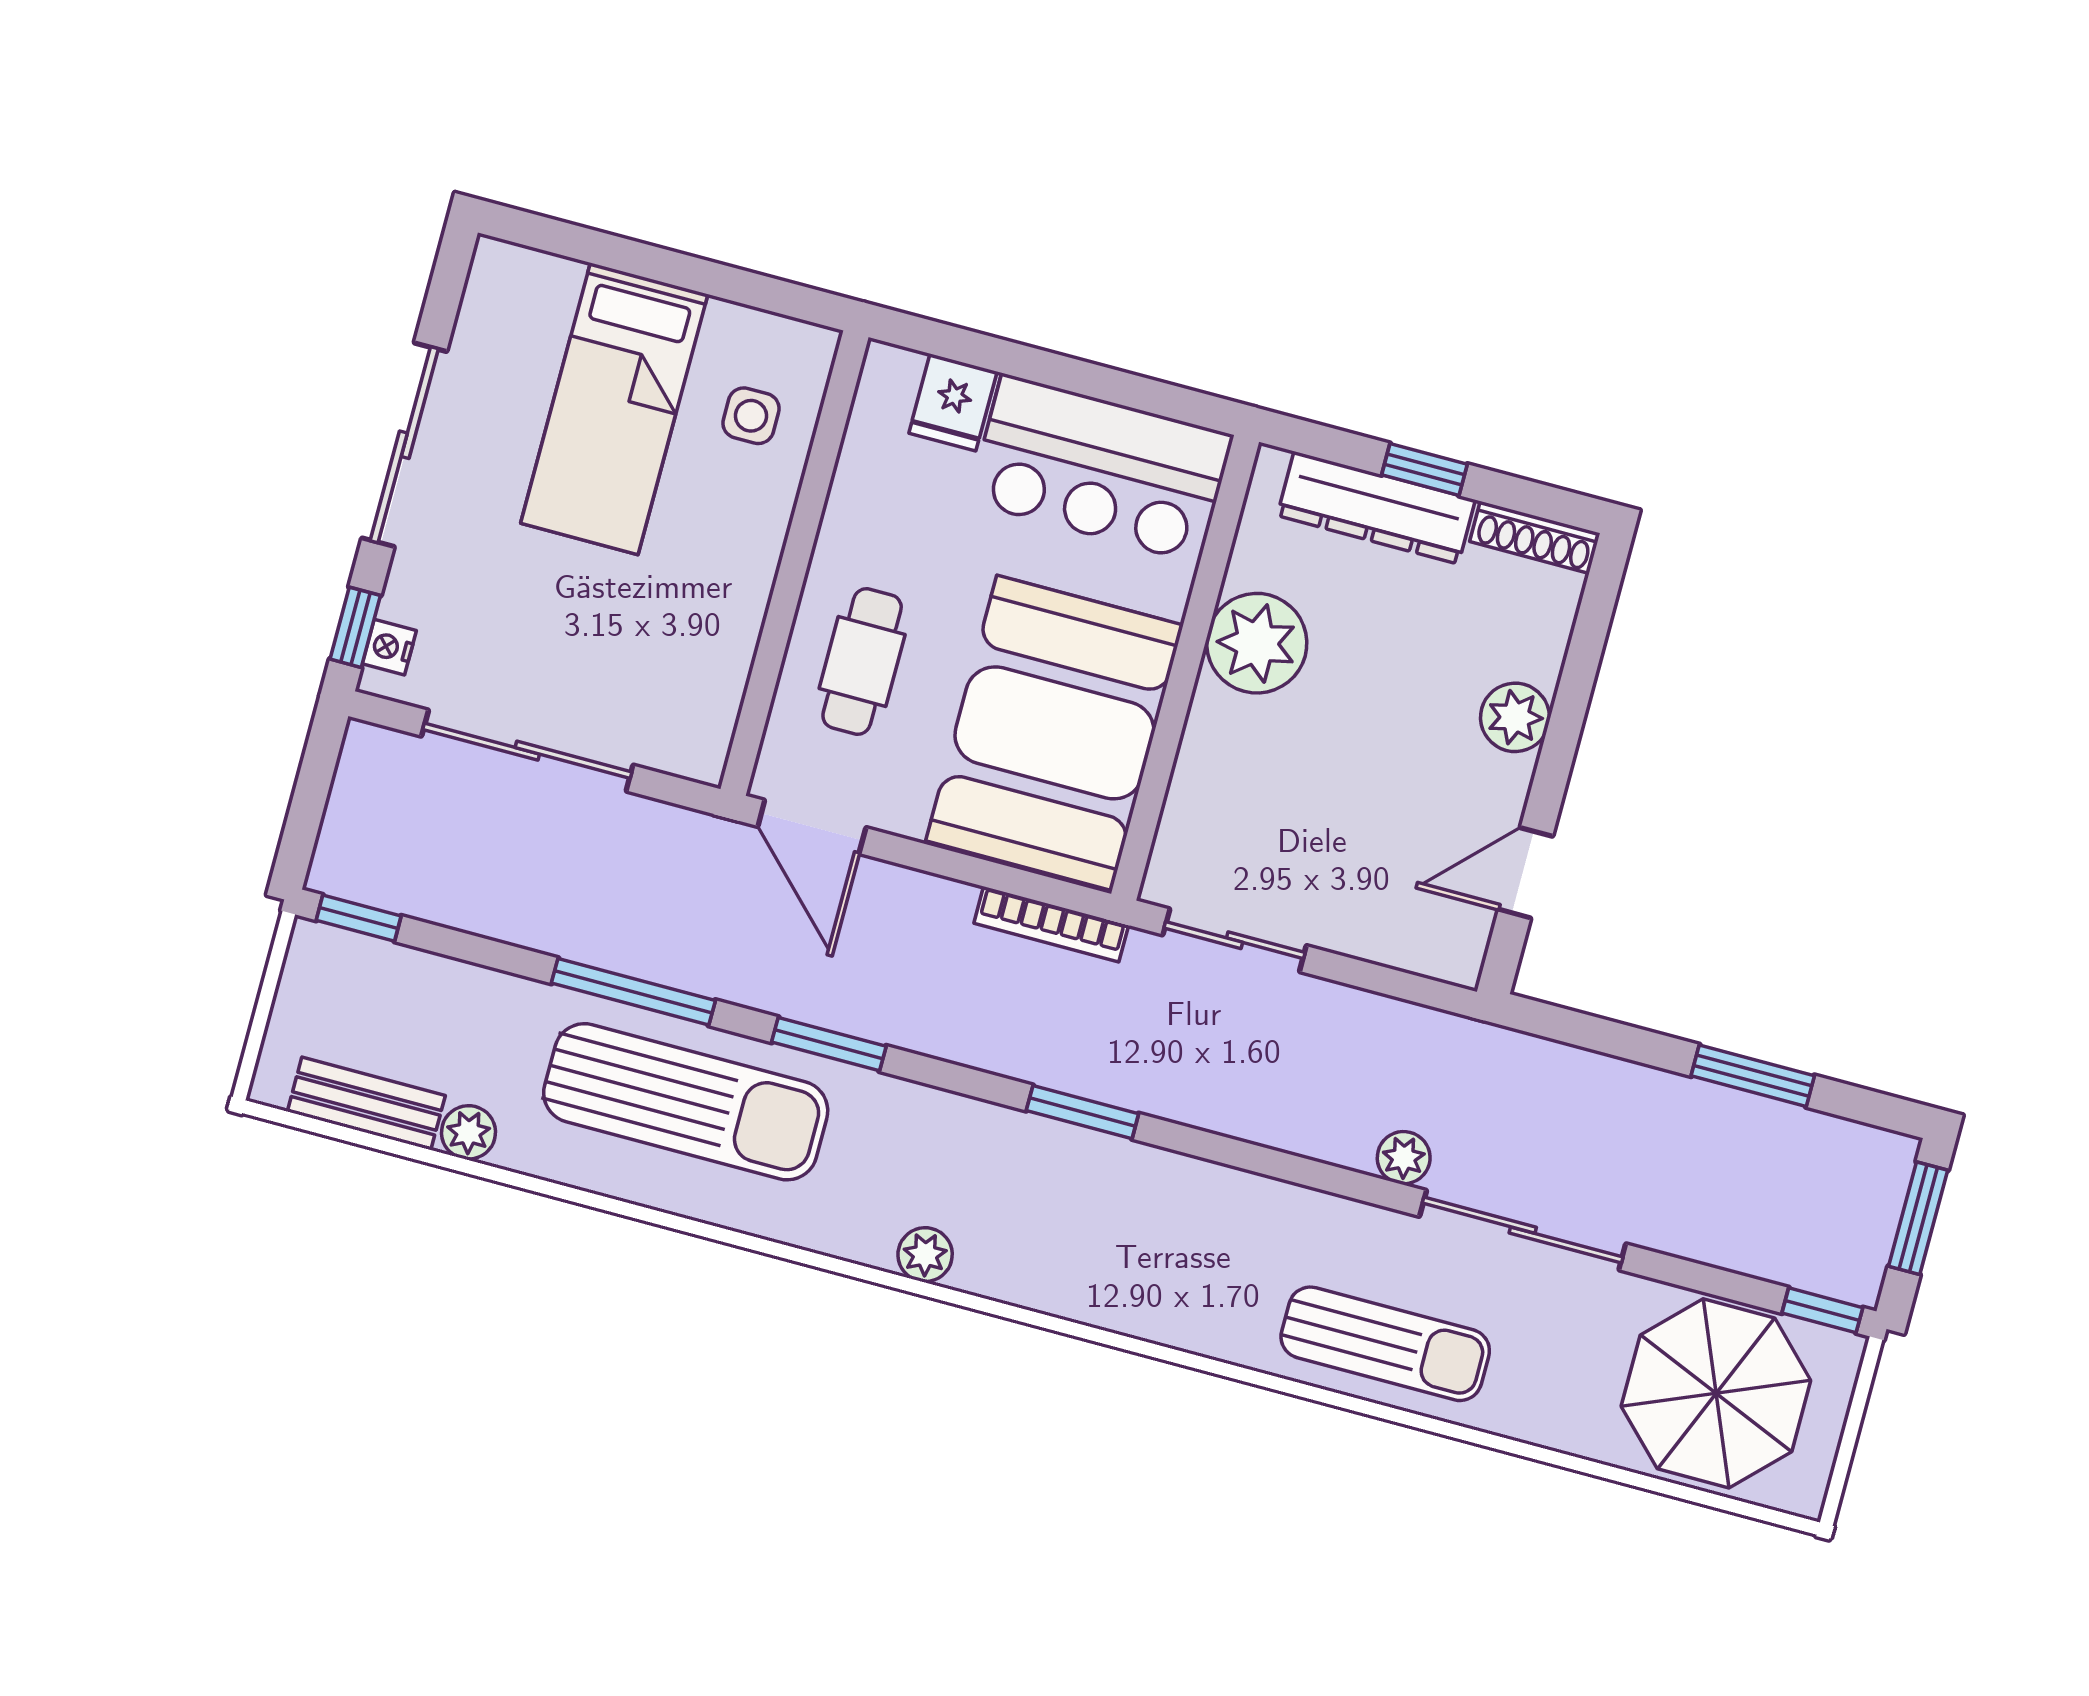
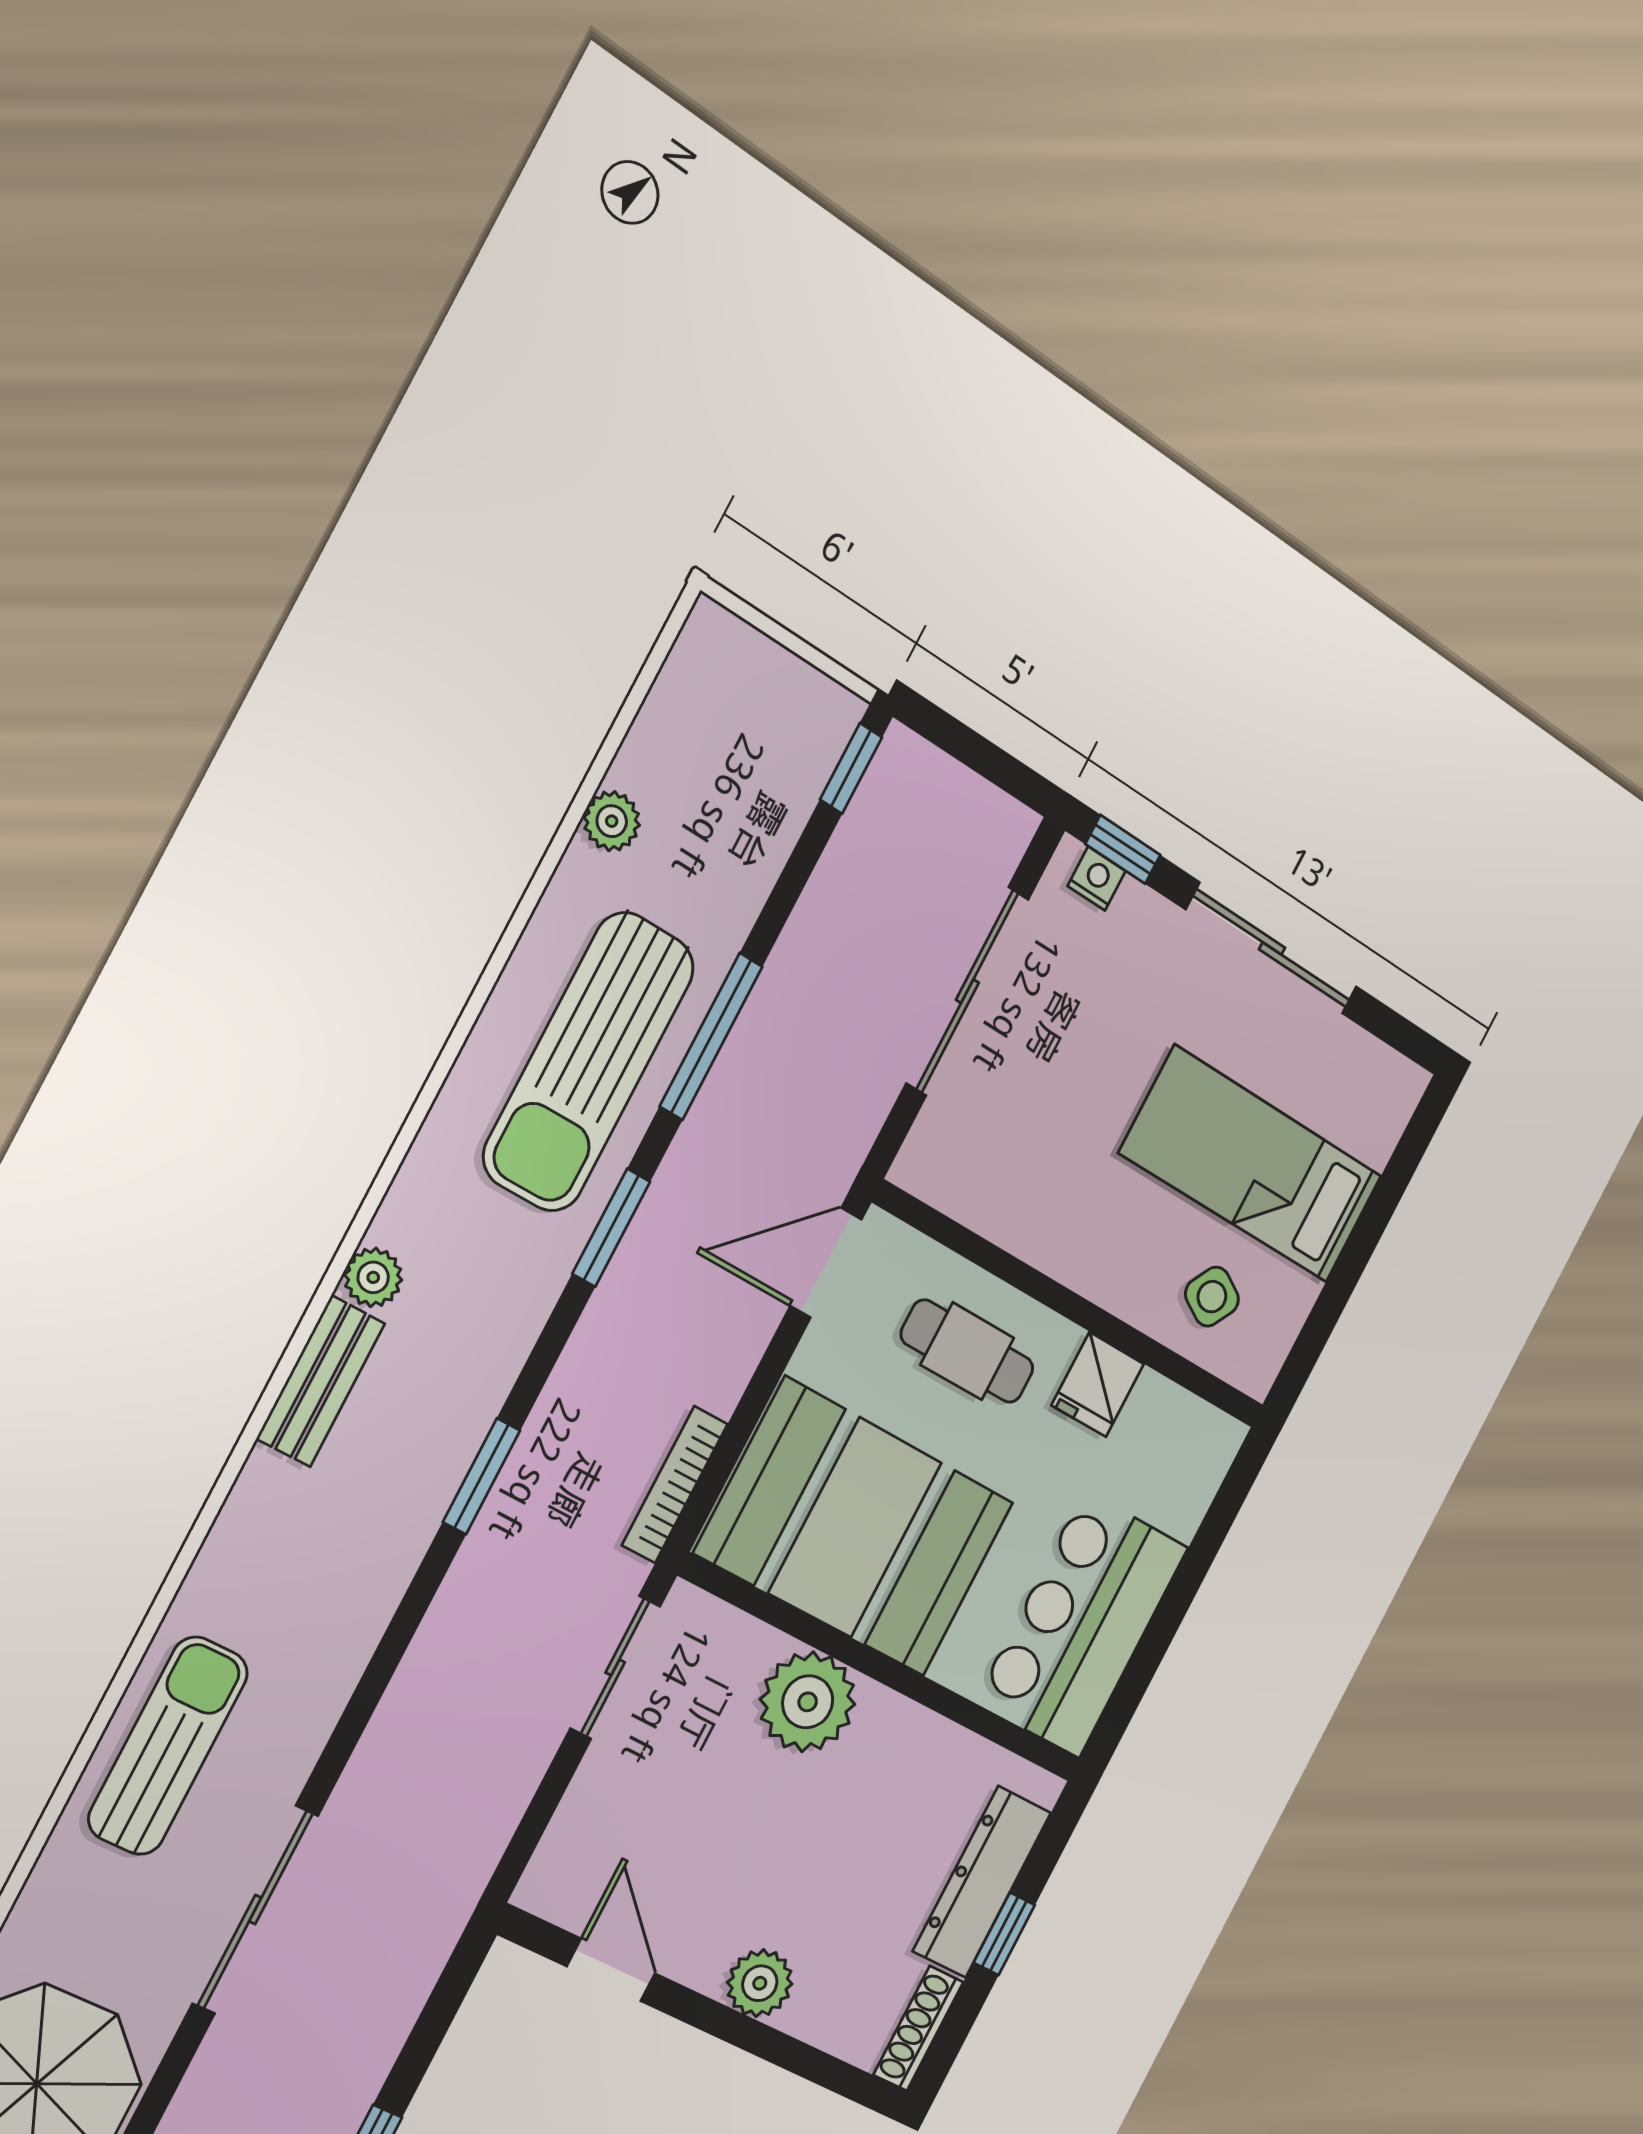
fridge: (953, 402) -> (1098, 1384), moved, turned -90
side table: (751, 416) -> (1212, 1297), turned 30
plant: (1257, 643) -> (808, 1702), moved
bench: (366, 1104) -> (321, 1381), moved
plant: (1404, 1158) -> (358, 1799), removed
sun lounger: (1385, 1344) -> (168, 1746), turned 180

